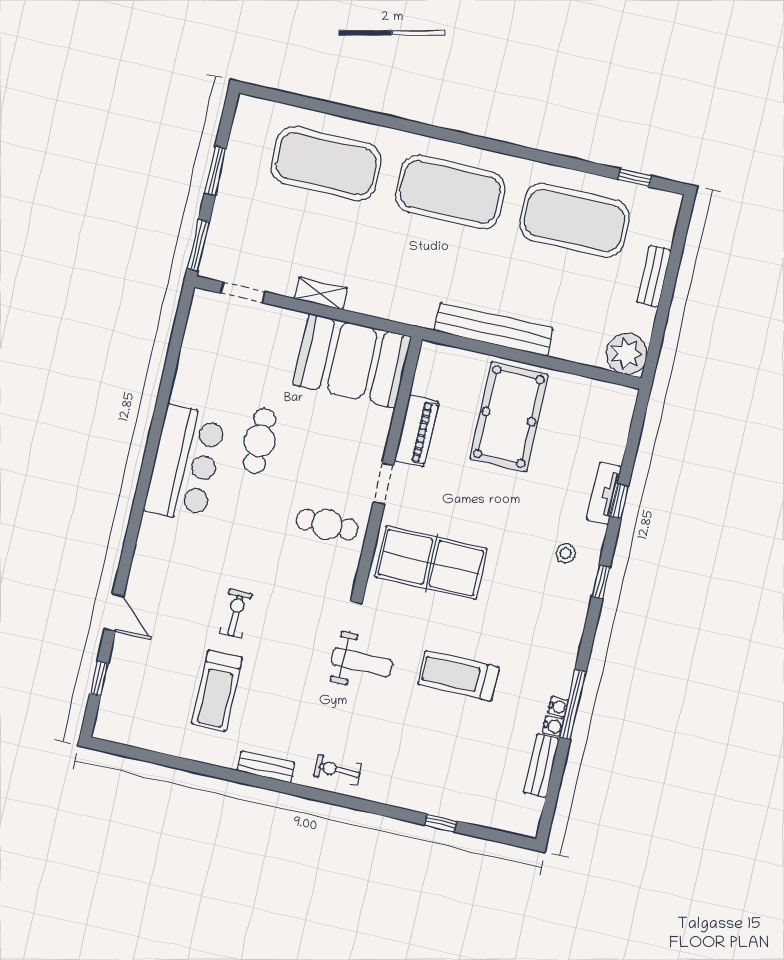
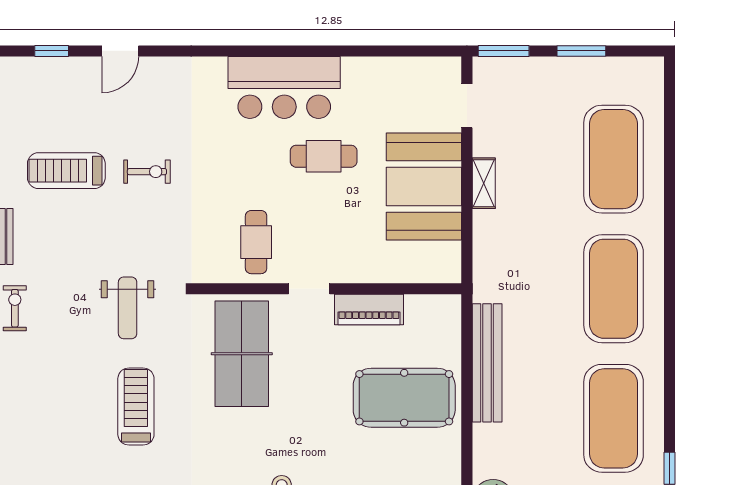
booth: (352, 361) -> (424, 187), moved

